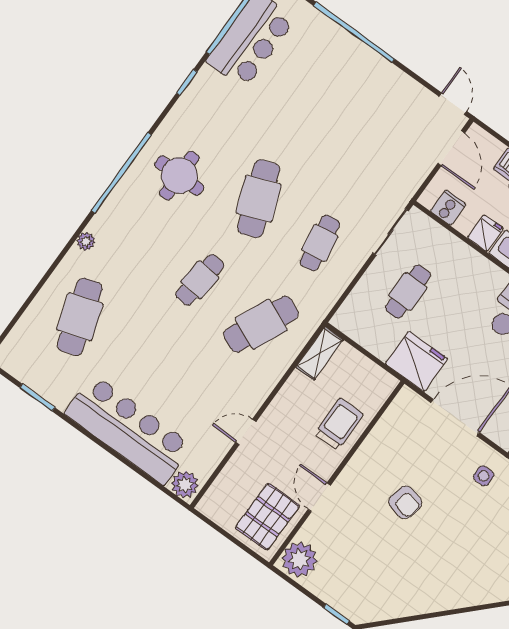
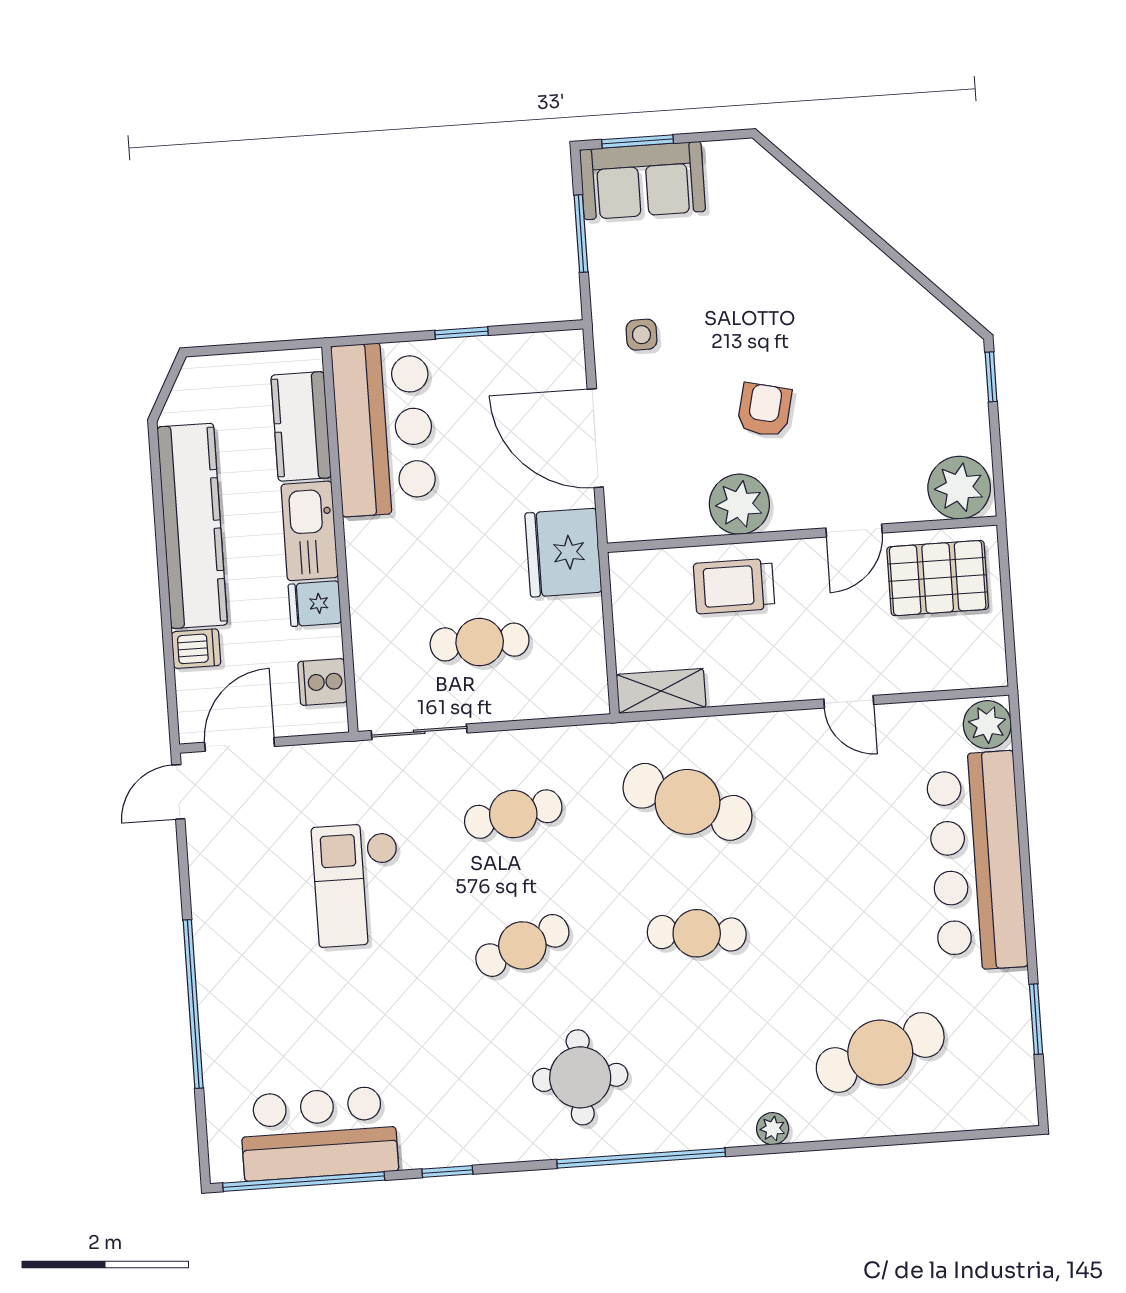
checkout: (346, 148) -> (357, 885), added
cafe table: (259, 199) -> (522, 945), width x0.73, depth x0.74
plant: (373, 457) -> (739, 504), added

